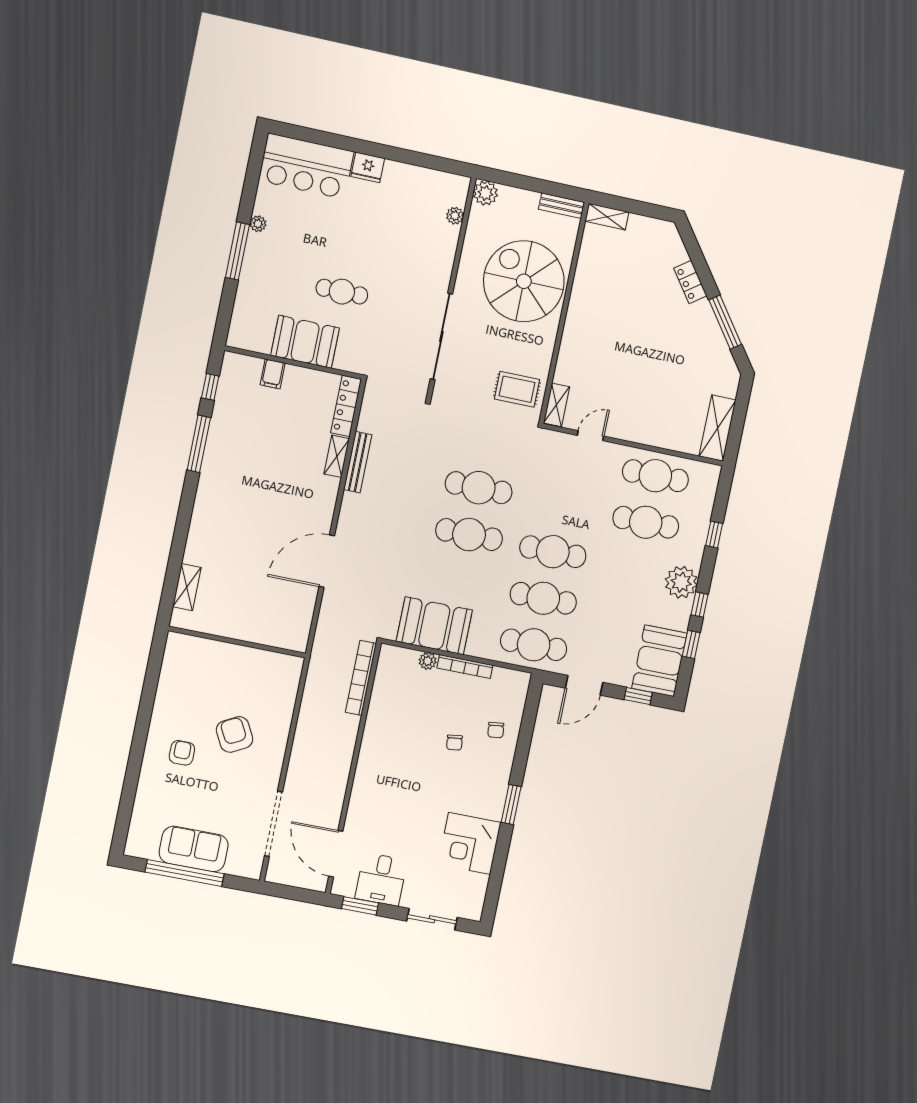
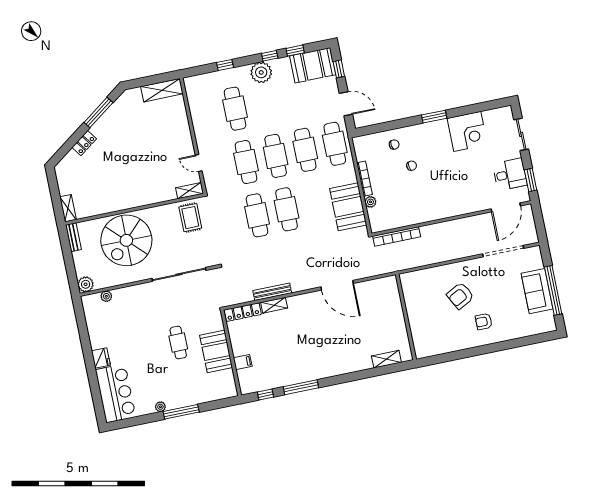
cafe table: (655, 476) -> (246, 162), moved

